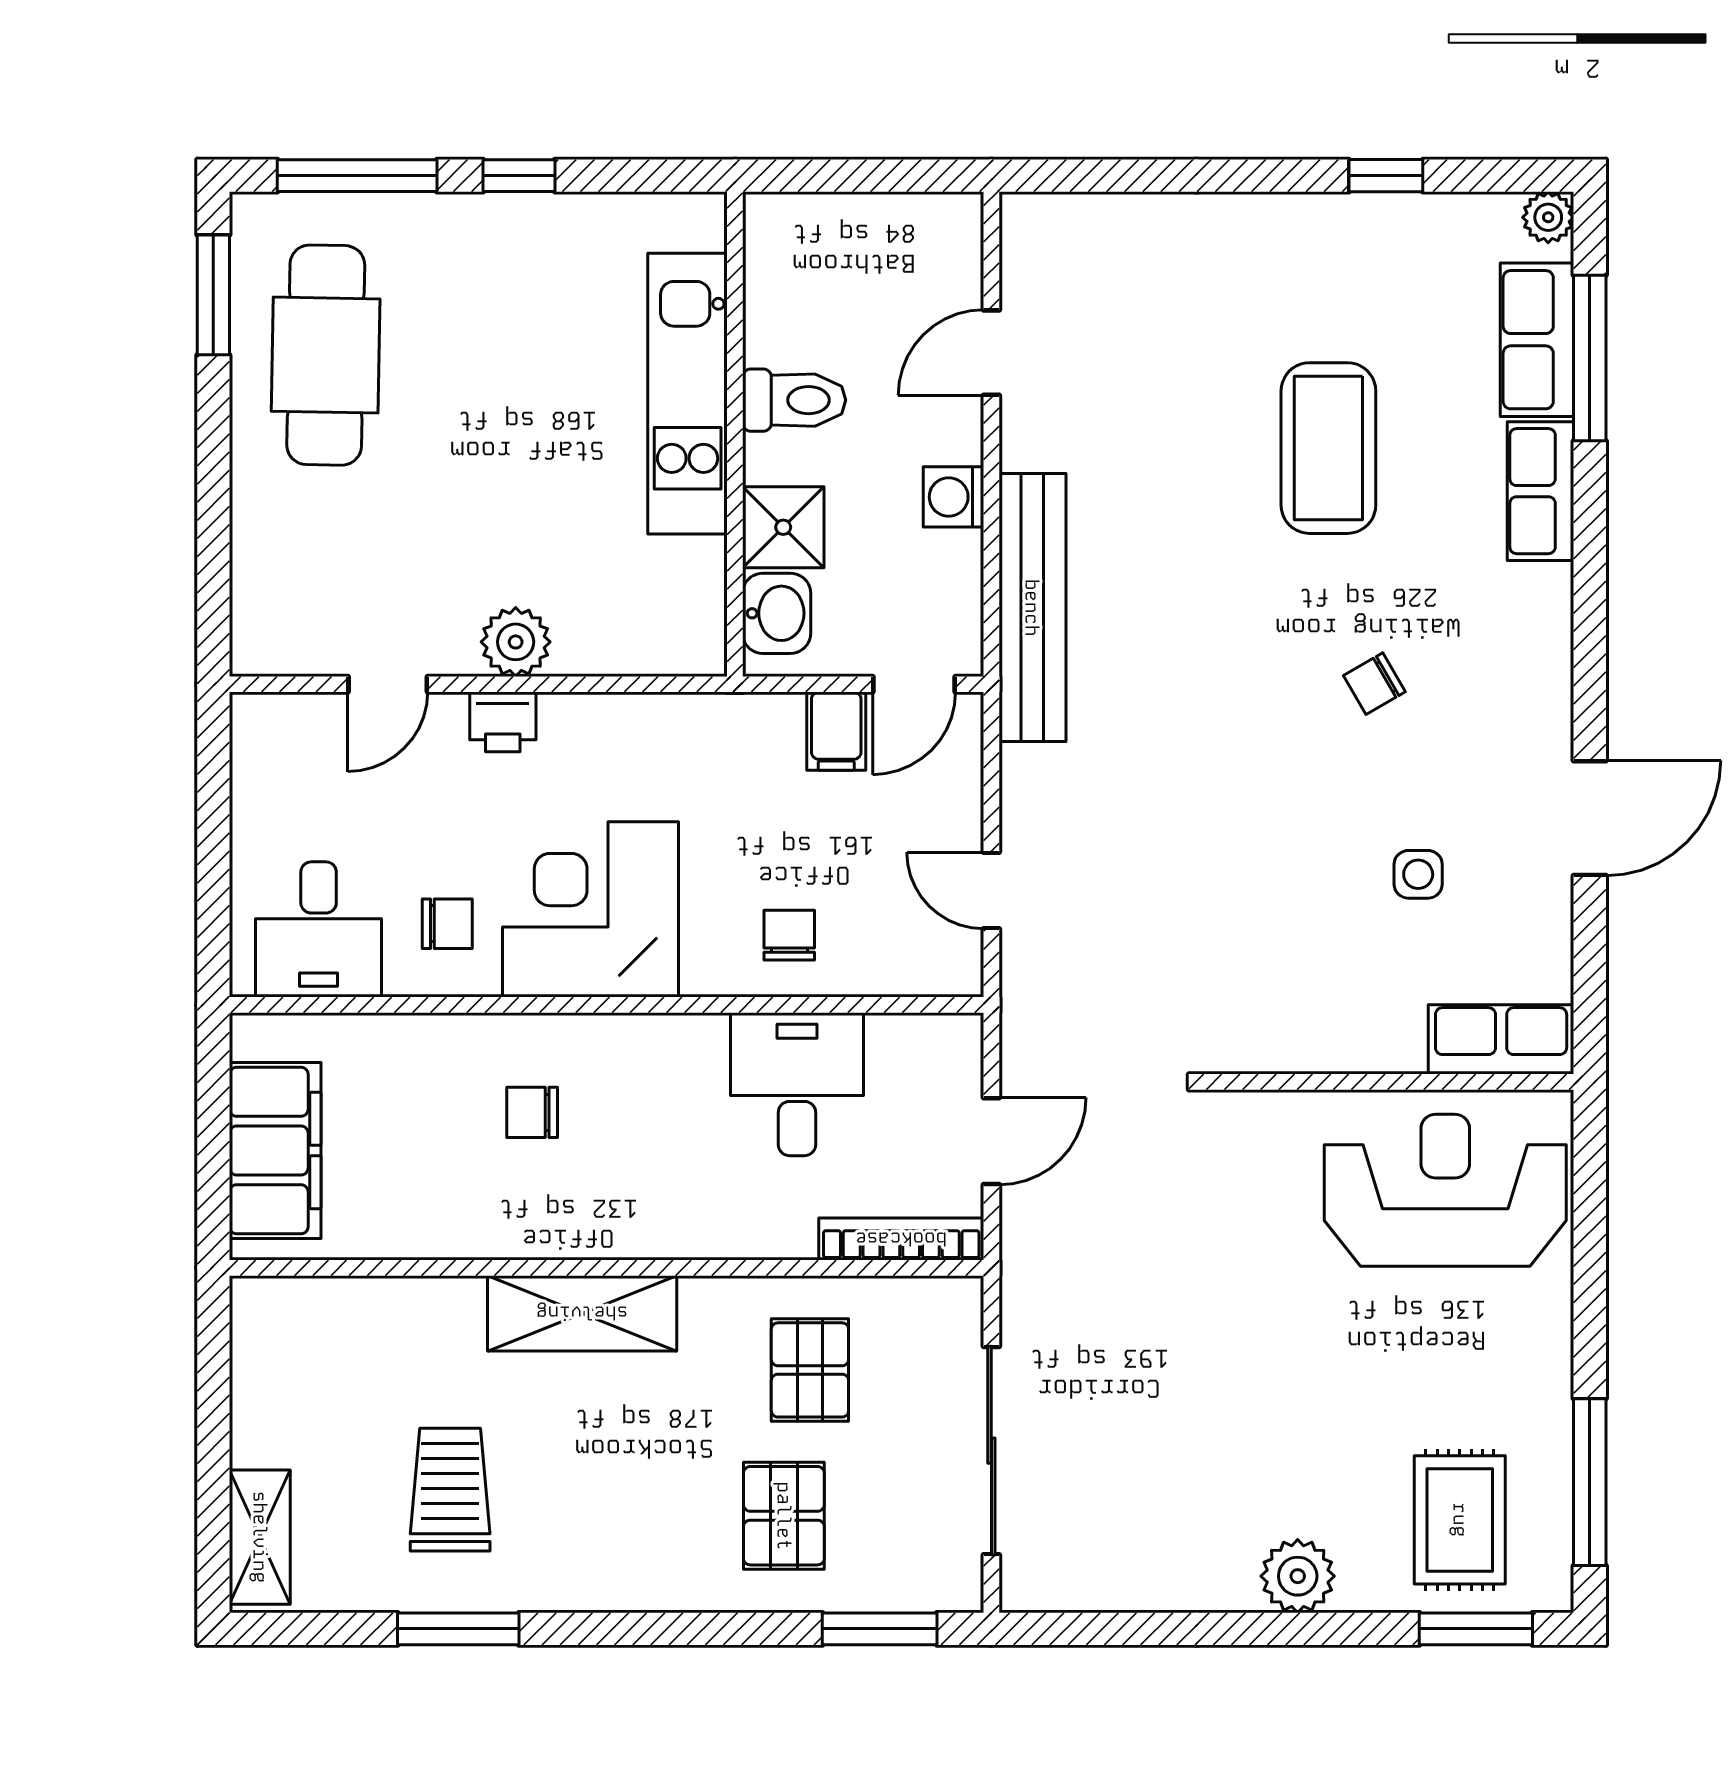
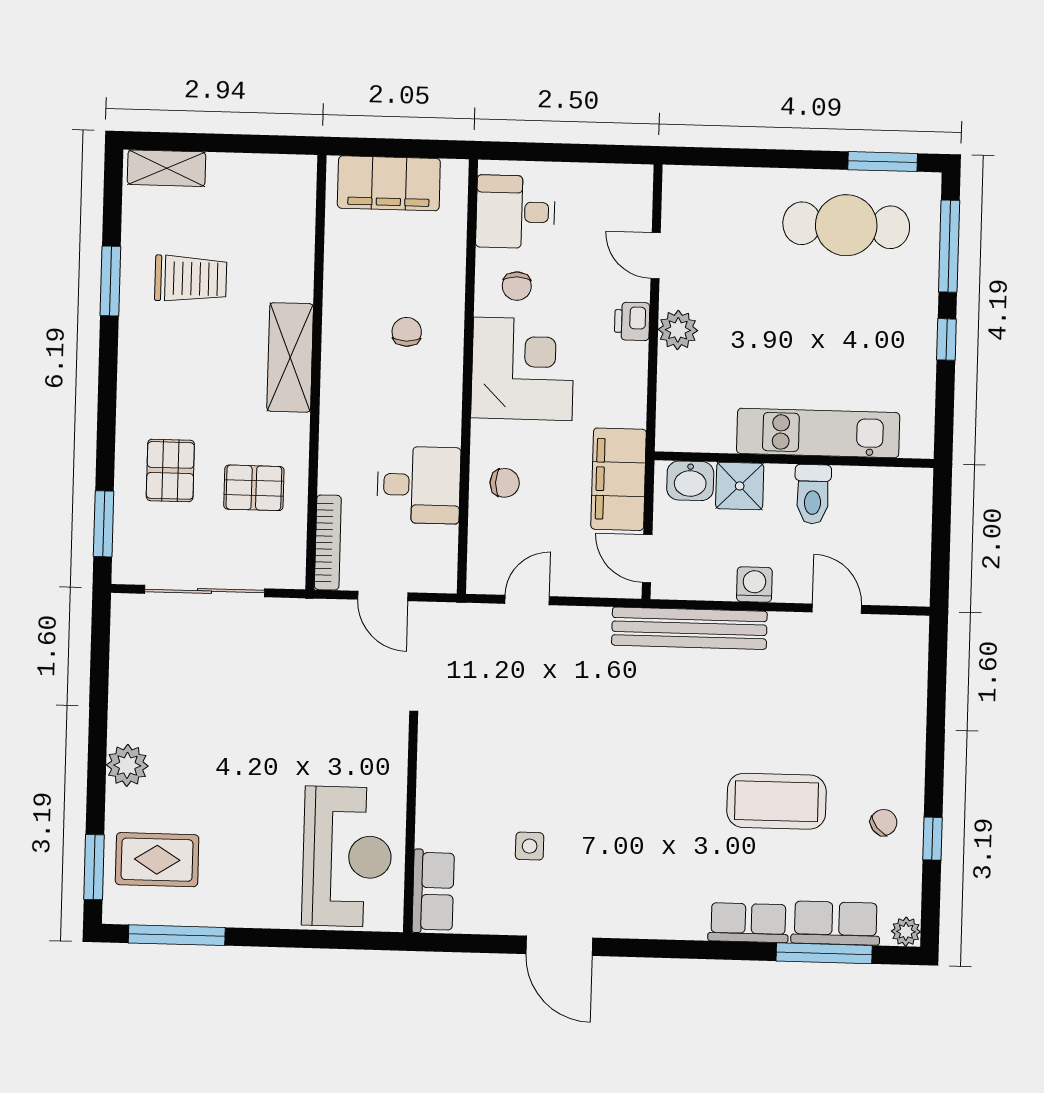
chair: (1374, 684) -> (884, 823), moved, turned 81
filing cabinet: (836, 731) -> (619, 479), width x3.00, depth x1.17
pallet: (784, 1516) -> (170, 470), turned 90

